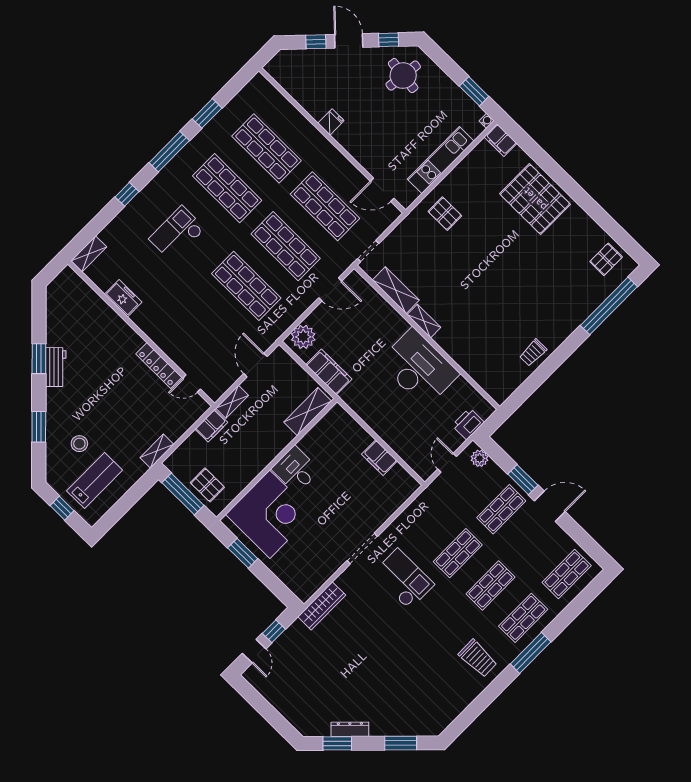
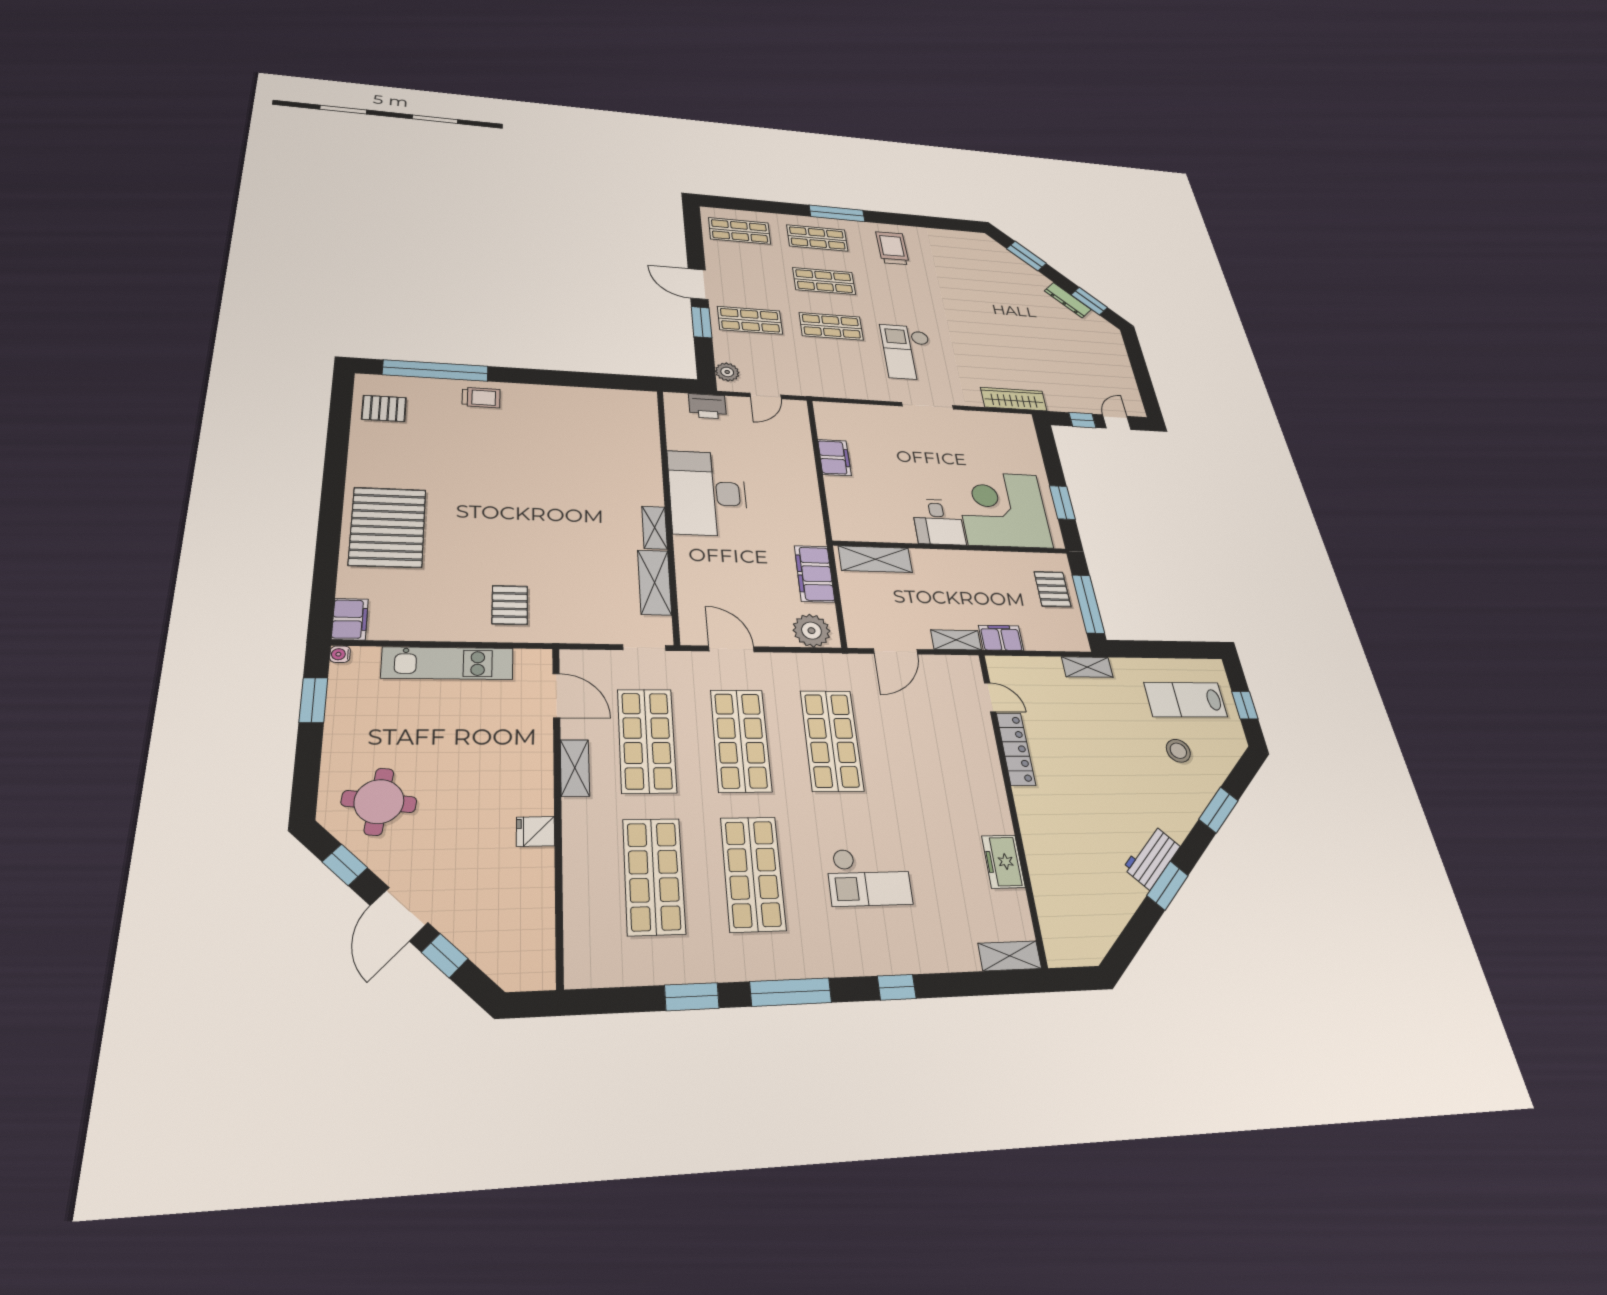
shelving: (342, 164) -> (575, 768), added
trolley: (533, 353) -> (481, 398), moved

